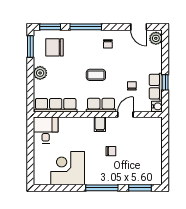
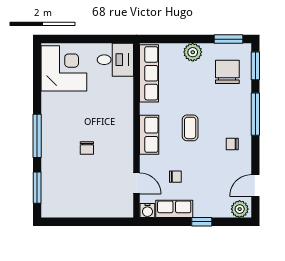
window: (165, 82) -> (202, 222), moved
door: (125, 114) -> (136, 183), moved
filing cabinet: (100, 124) -> (123, 133), removed
corner desk: (68, 168) -> (64, 68), moved

